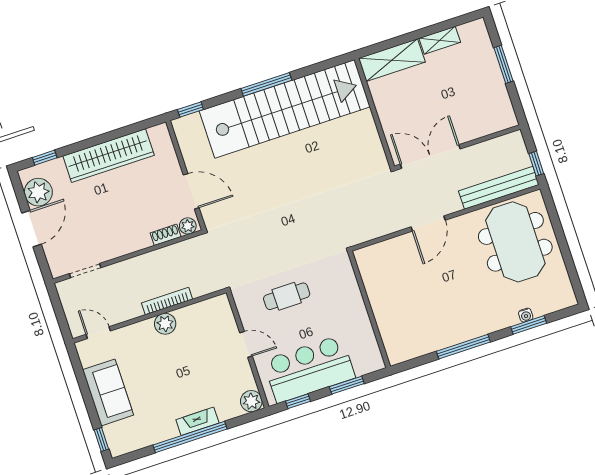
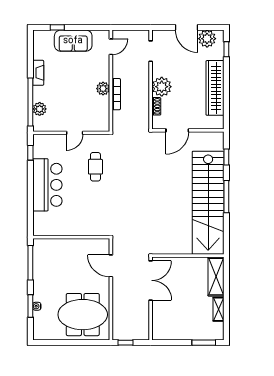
window: (503, 64) -> (204, 343), moved
window: (190, 109) -> (226, 157), moved
bench: (499, 188) -> (118, 315), removed
plant: (188, 226) -> (162, 87), moved, width x1.88, depth x1.88
wall: (369, 309) -> (71, 237), moved
bar counter: (309, 369) -> (47, 185), moved
window: (347, 385) -> (30, 185), removed
plant: (251, 401) -> (40, 109), moved
fireplace: (197, 421) -> (38, 73), moved
window: (190, 437) -> (30, 102), moved
window: (101, 439) -> (57, 27), moved

